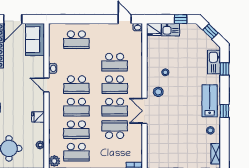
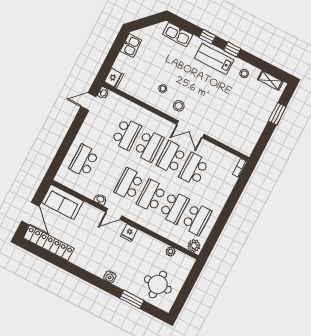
window: (181, 19) -> (117, 46), removed
kitchen sink: (171, 30) -> (131, 46), moved
window: (210, 31) -> (145, 22), removed
school desk: (76, 40) -> (84, 161), turned 180
window: (224, 69) -> (207, 37), moved
school desk: (76, 85) -> (129, 184), turned 180
school desk: (76, 107) -> (152, 196), turned 180
school desk: (115, 107) -> (171, 157), turned 180
fridge: (38, 117) -> (129, 233), moved

